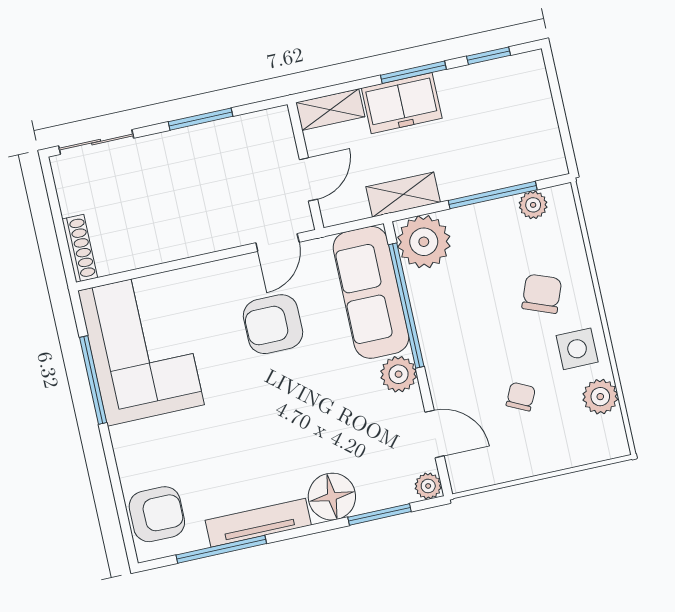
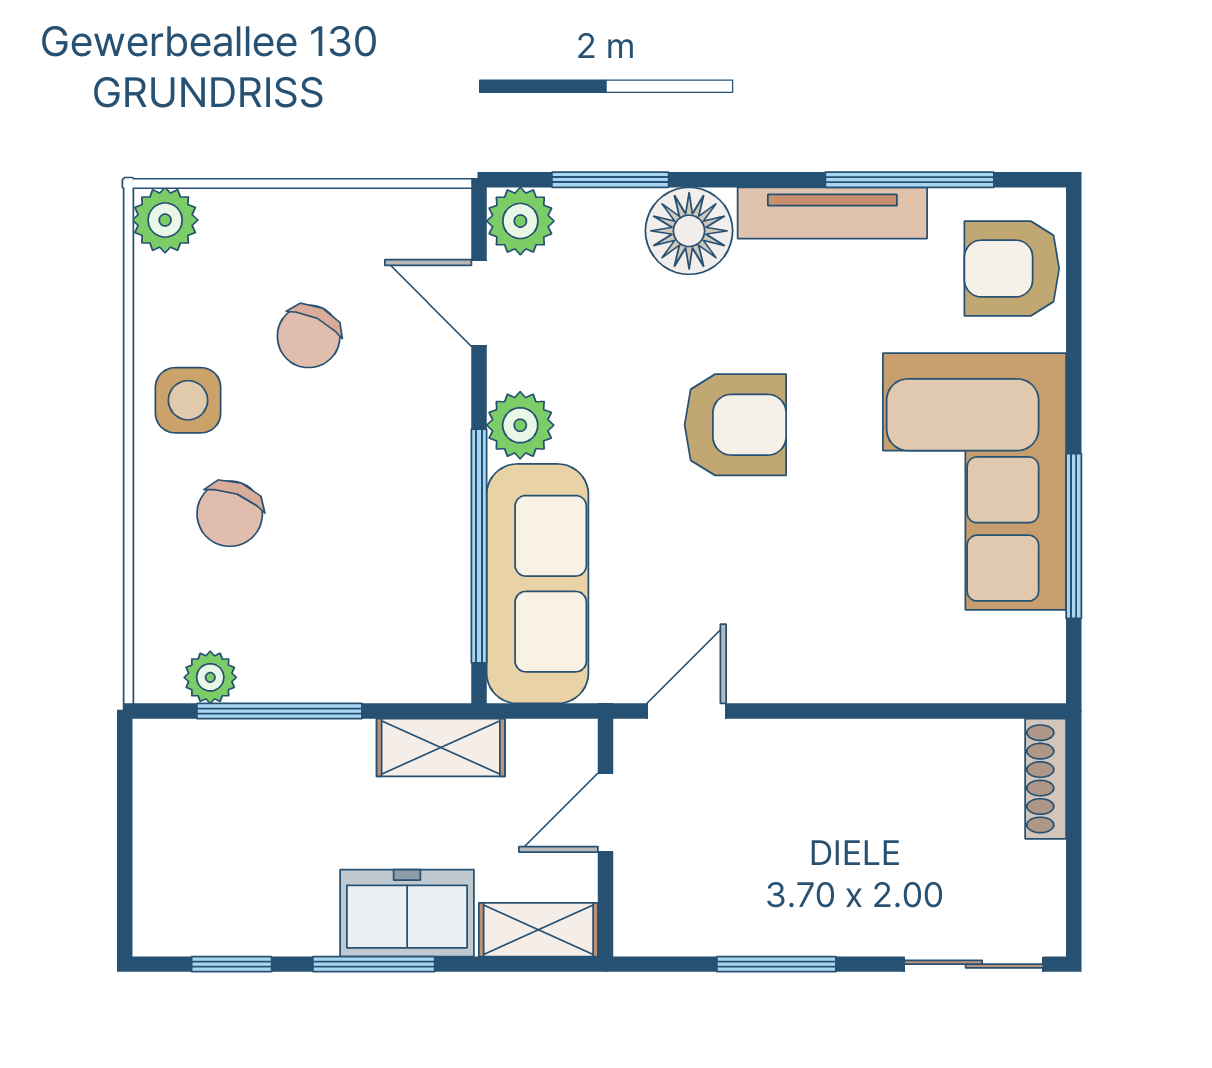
plant: (424, 242) -> (422, 654), removed
armchair: (273, 324) -> (735, 425), moved
corner sofa: (141, 348) -> (974, 481), moved
chair: (521, 397) -> (309, 336), width x1.37, depth x1.37
plant: (600, 397) -> (165, 220), moved
plant: (428, 486) -> (520, 221), width x1.38, depth x1.38

